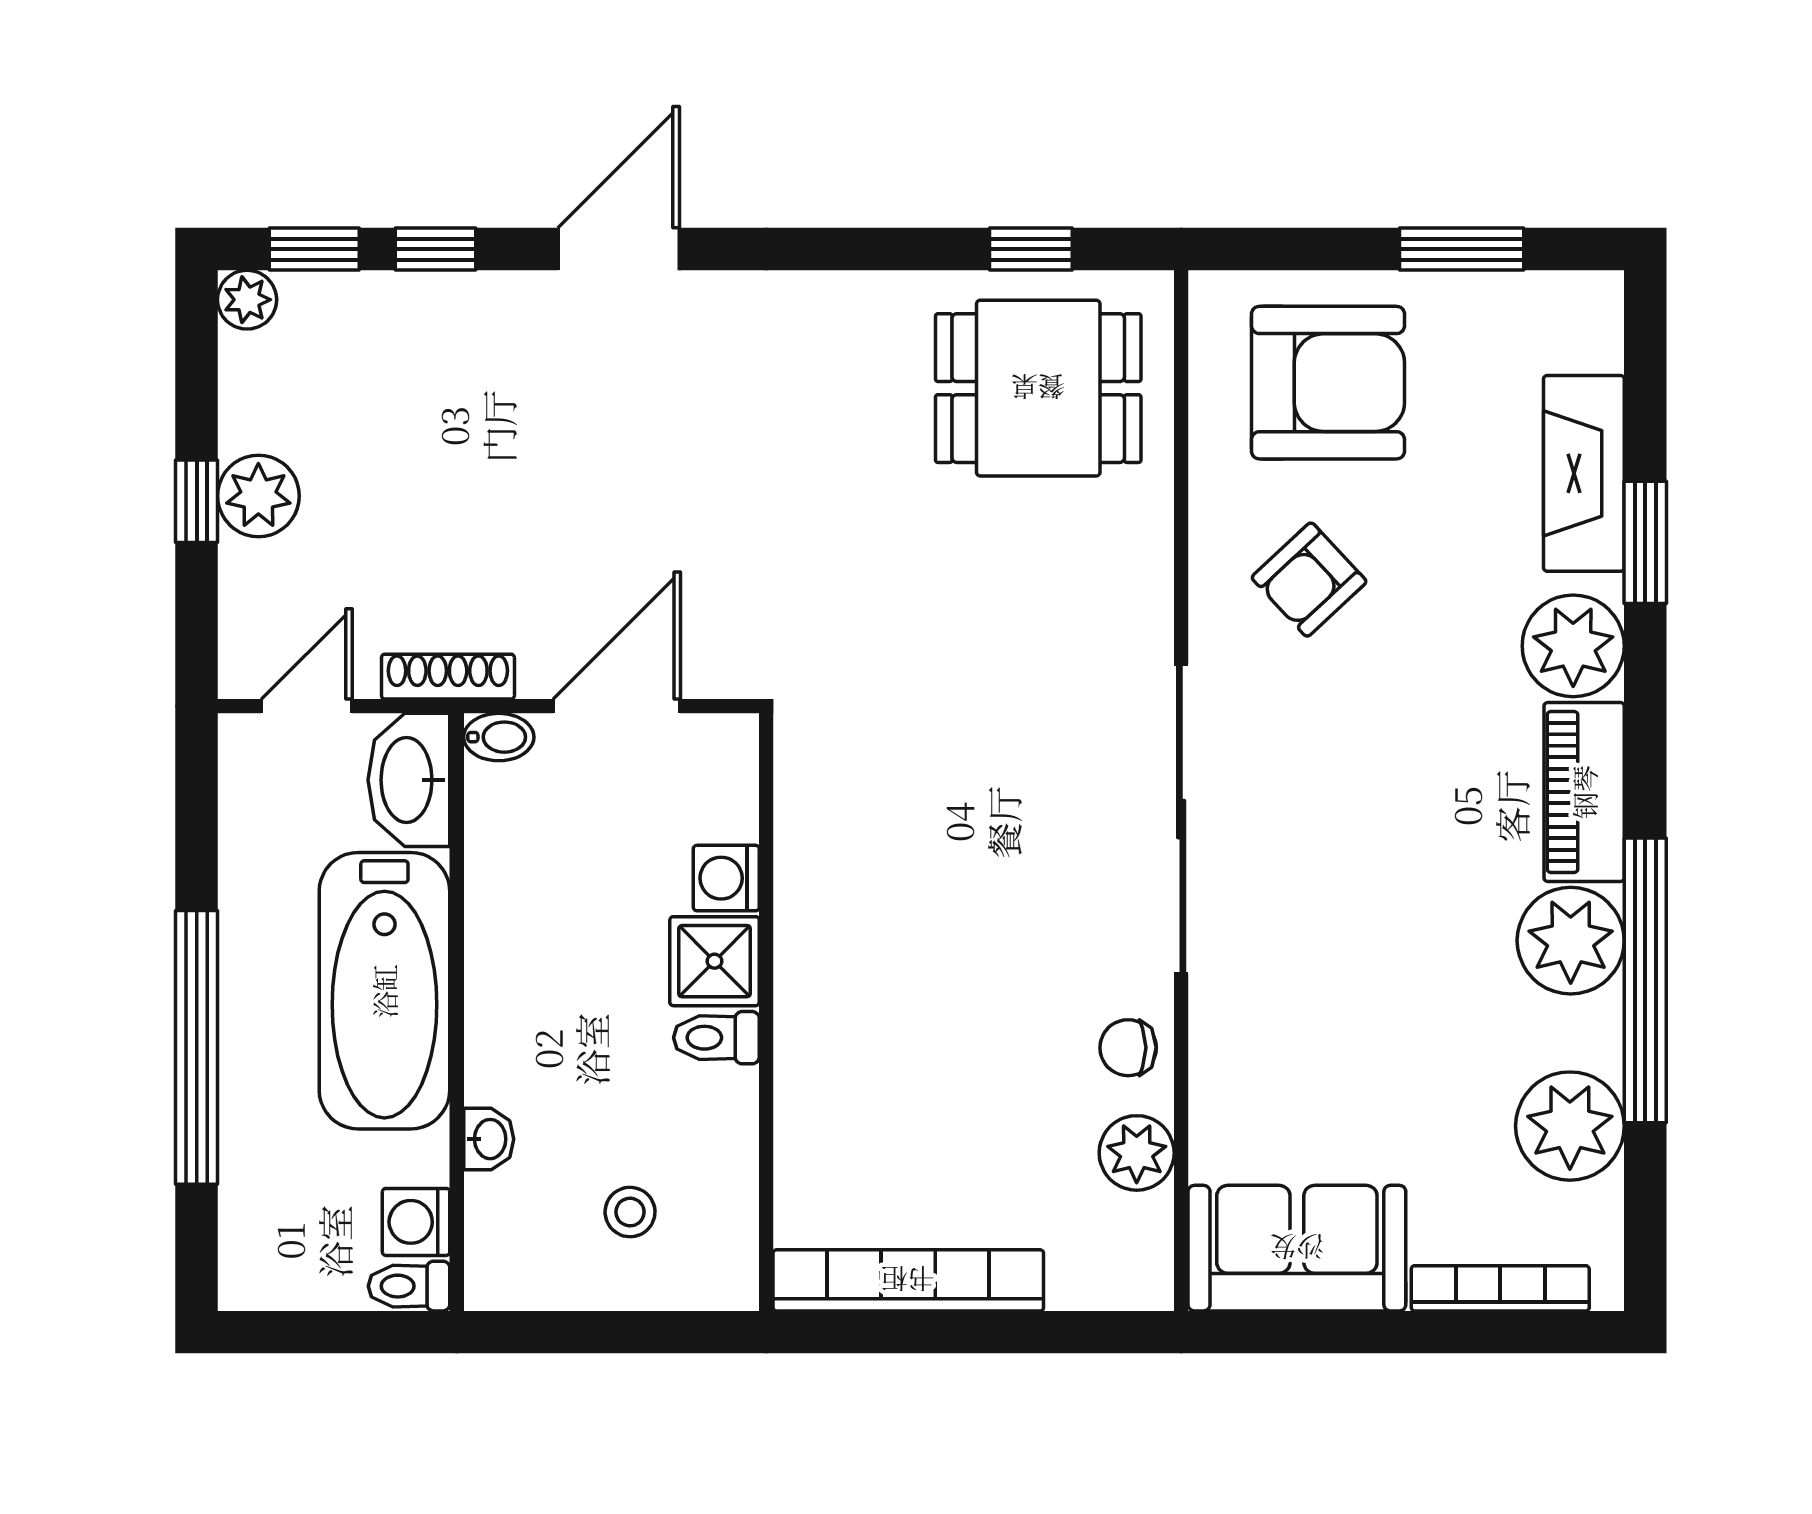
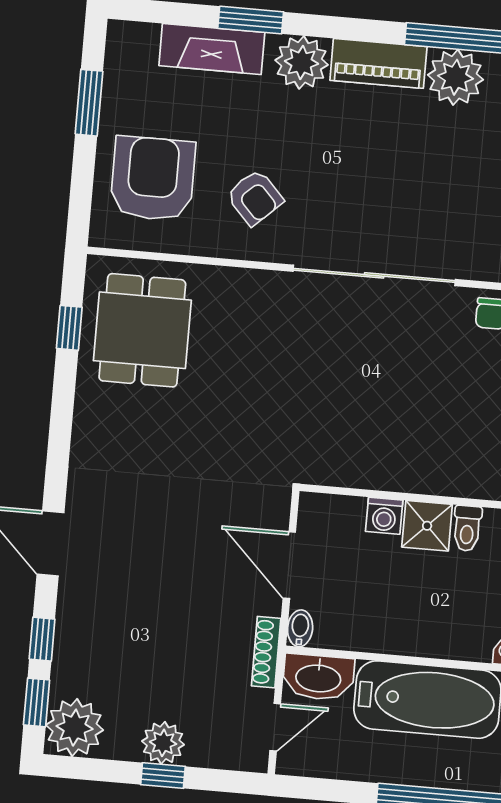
plant: (247, 300) -> (75, 728), width x1.88, depth x1.88
door: (307, 706) -> (275, 727), swing flipped

